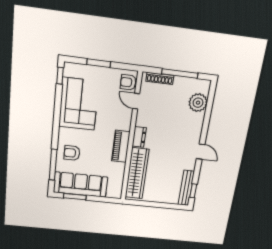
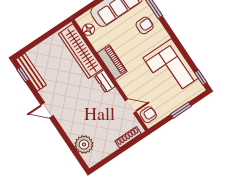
window: (180, 73) -> (117, 153), removed
floor lamp: (117, 184) -> (89, 30), added

